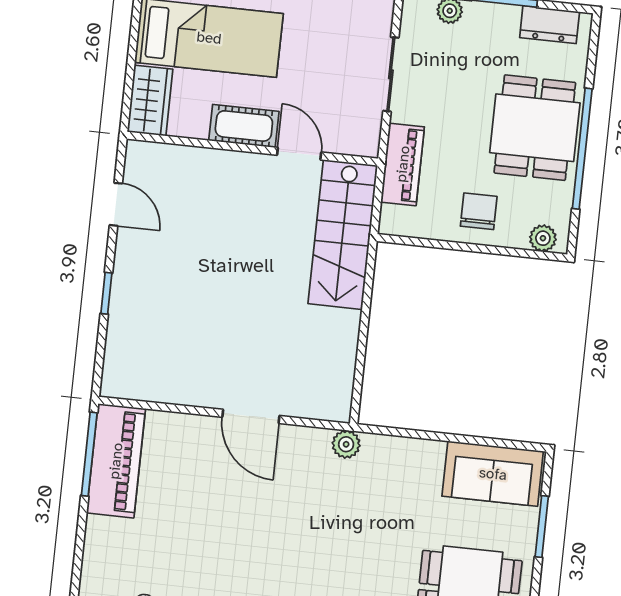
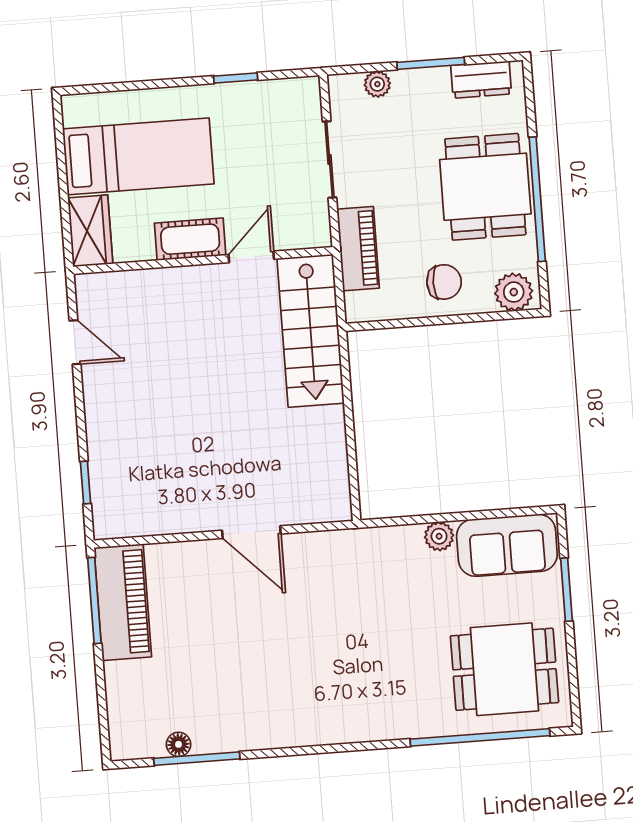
door: (299, 154) -> (251, 257), hinge flipped
chair: (479, 211) -> (444, 282), turned 90
plant: (543, 238) -> (514, 292), width x1.38, depth x1.38
window: (106, 293) -> (86, 483), moved
plant: (346, 444) -> (439, 536), moved

